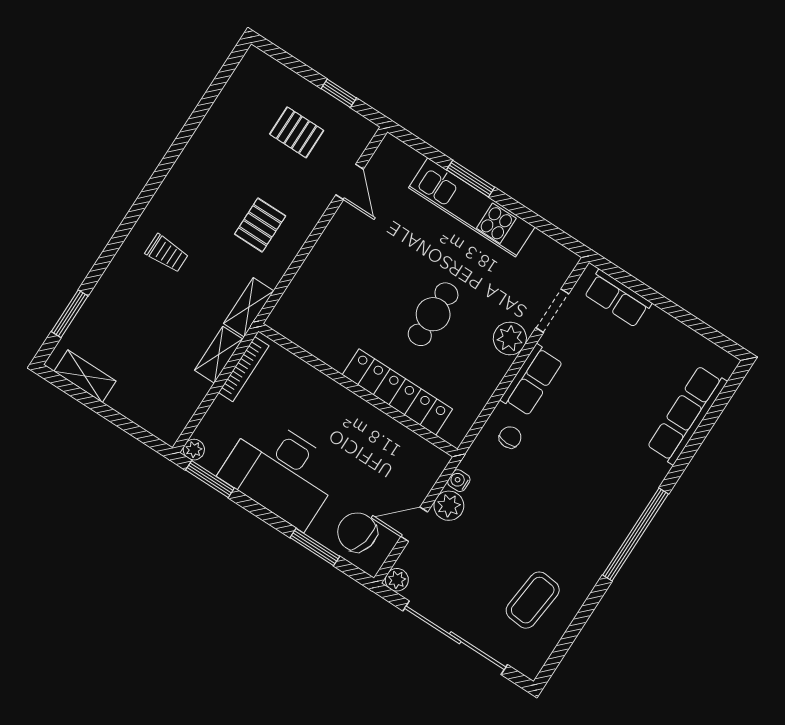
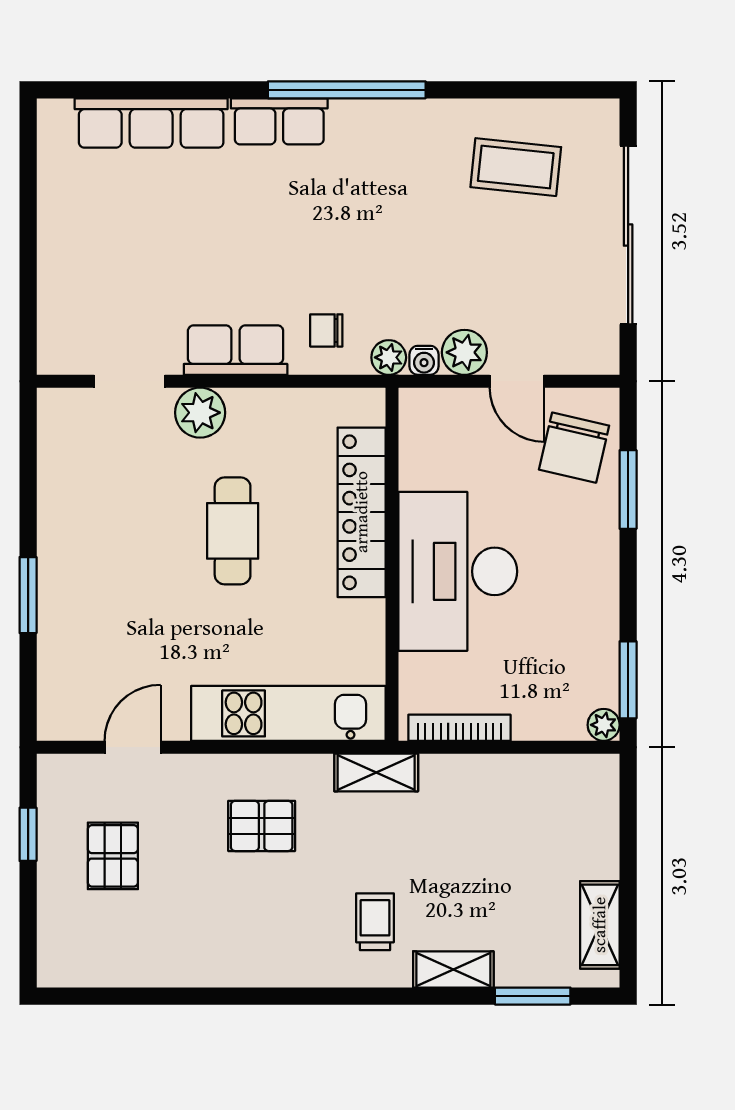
kitchen unit: (472, 207) -> (288, 713), moved, turned -90
row of seats: (618, 298) -> (279, 121), moved, turned 90
cafe table: (433, 314) -> (233, 531), turned 90
shelving: (219, 355) -> (453, 969), moved
desk: (281, 472) -> (458, 571), moved, turned 180
plant: (397, 580) -> (389, 357), moved

